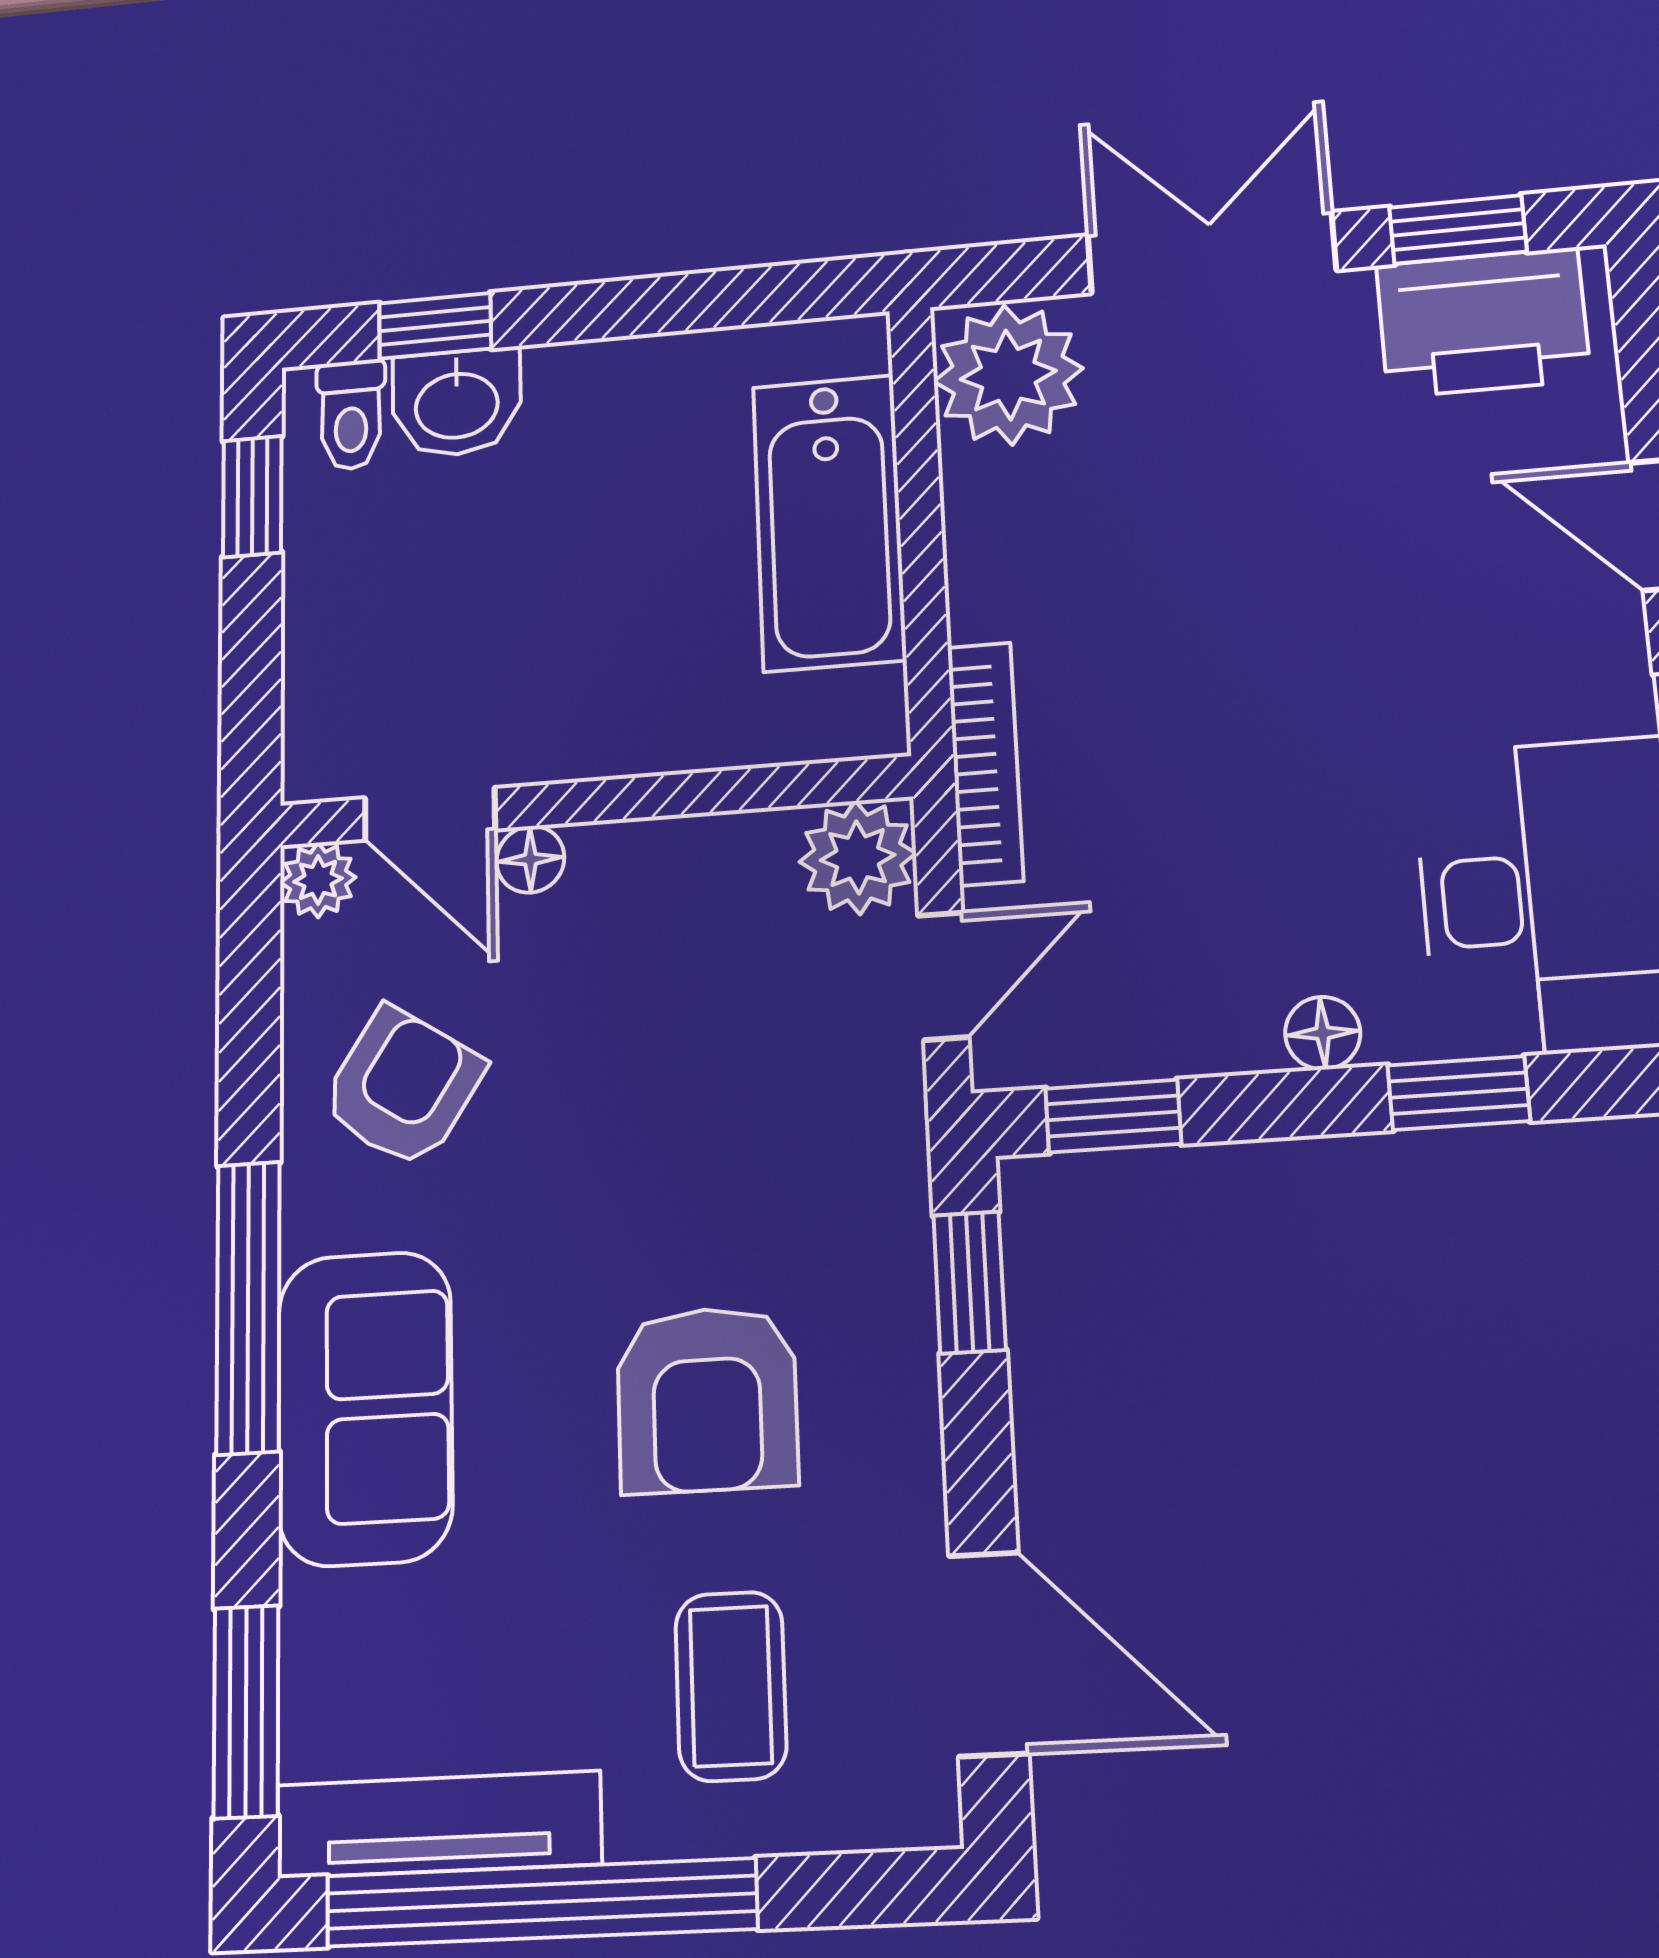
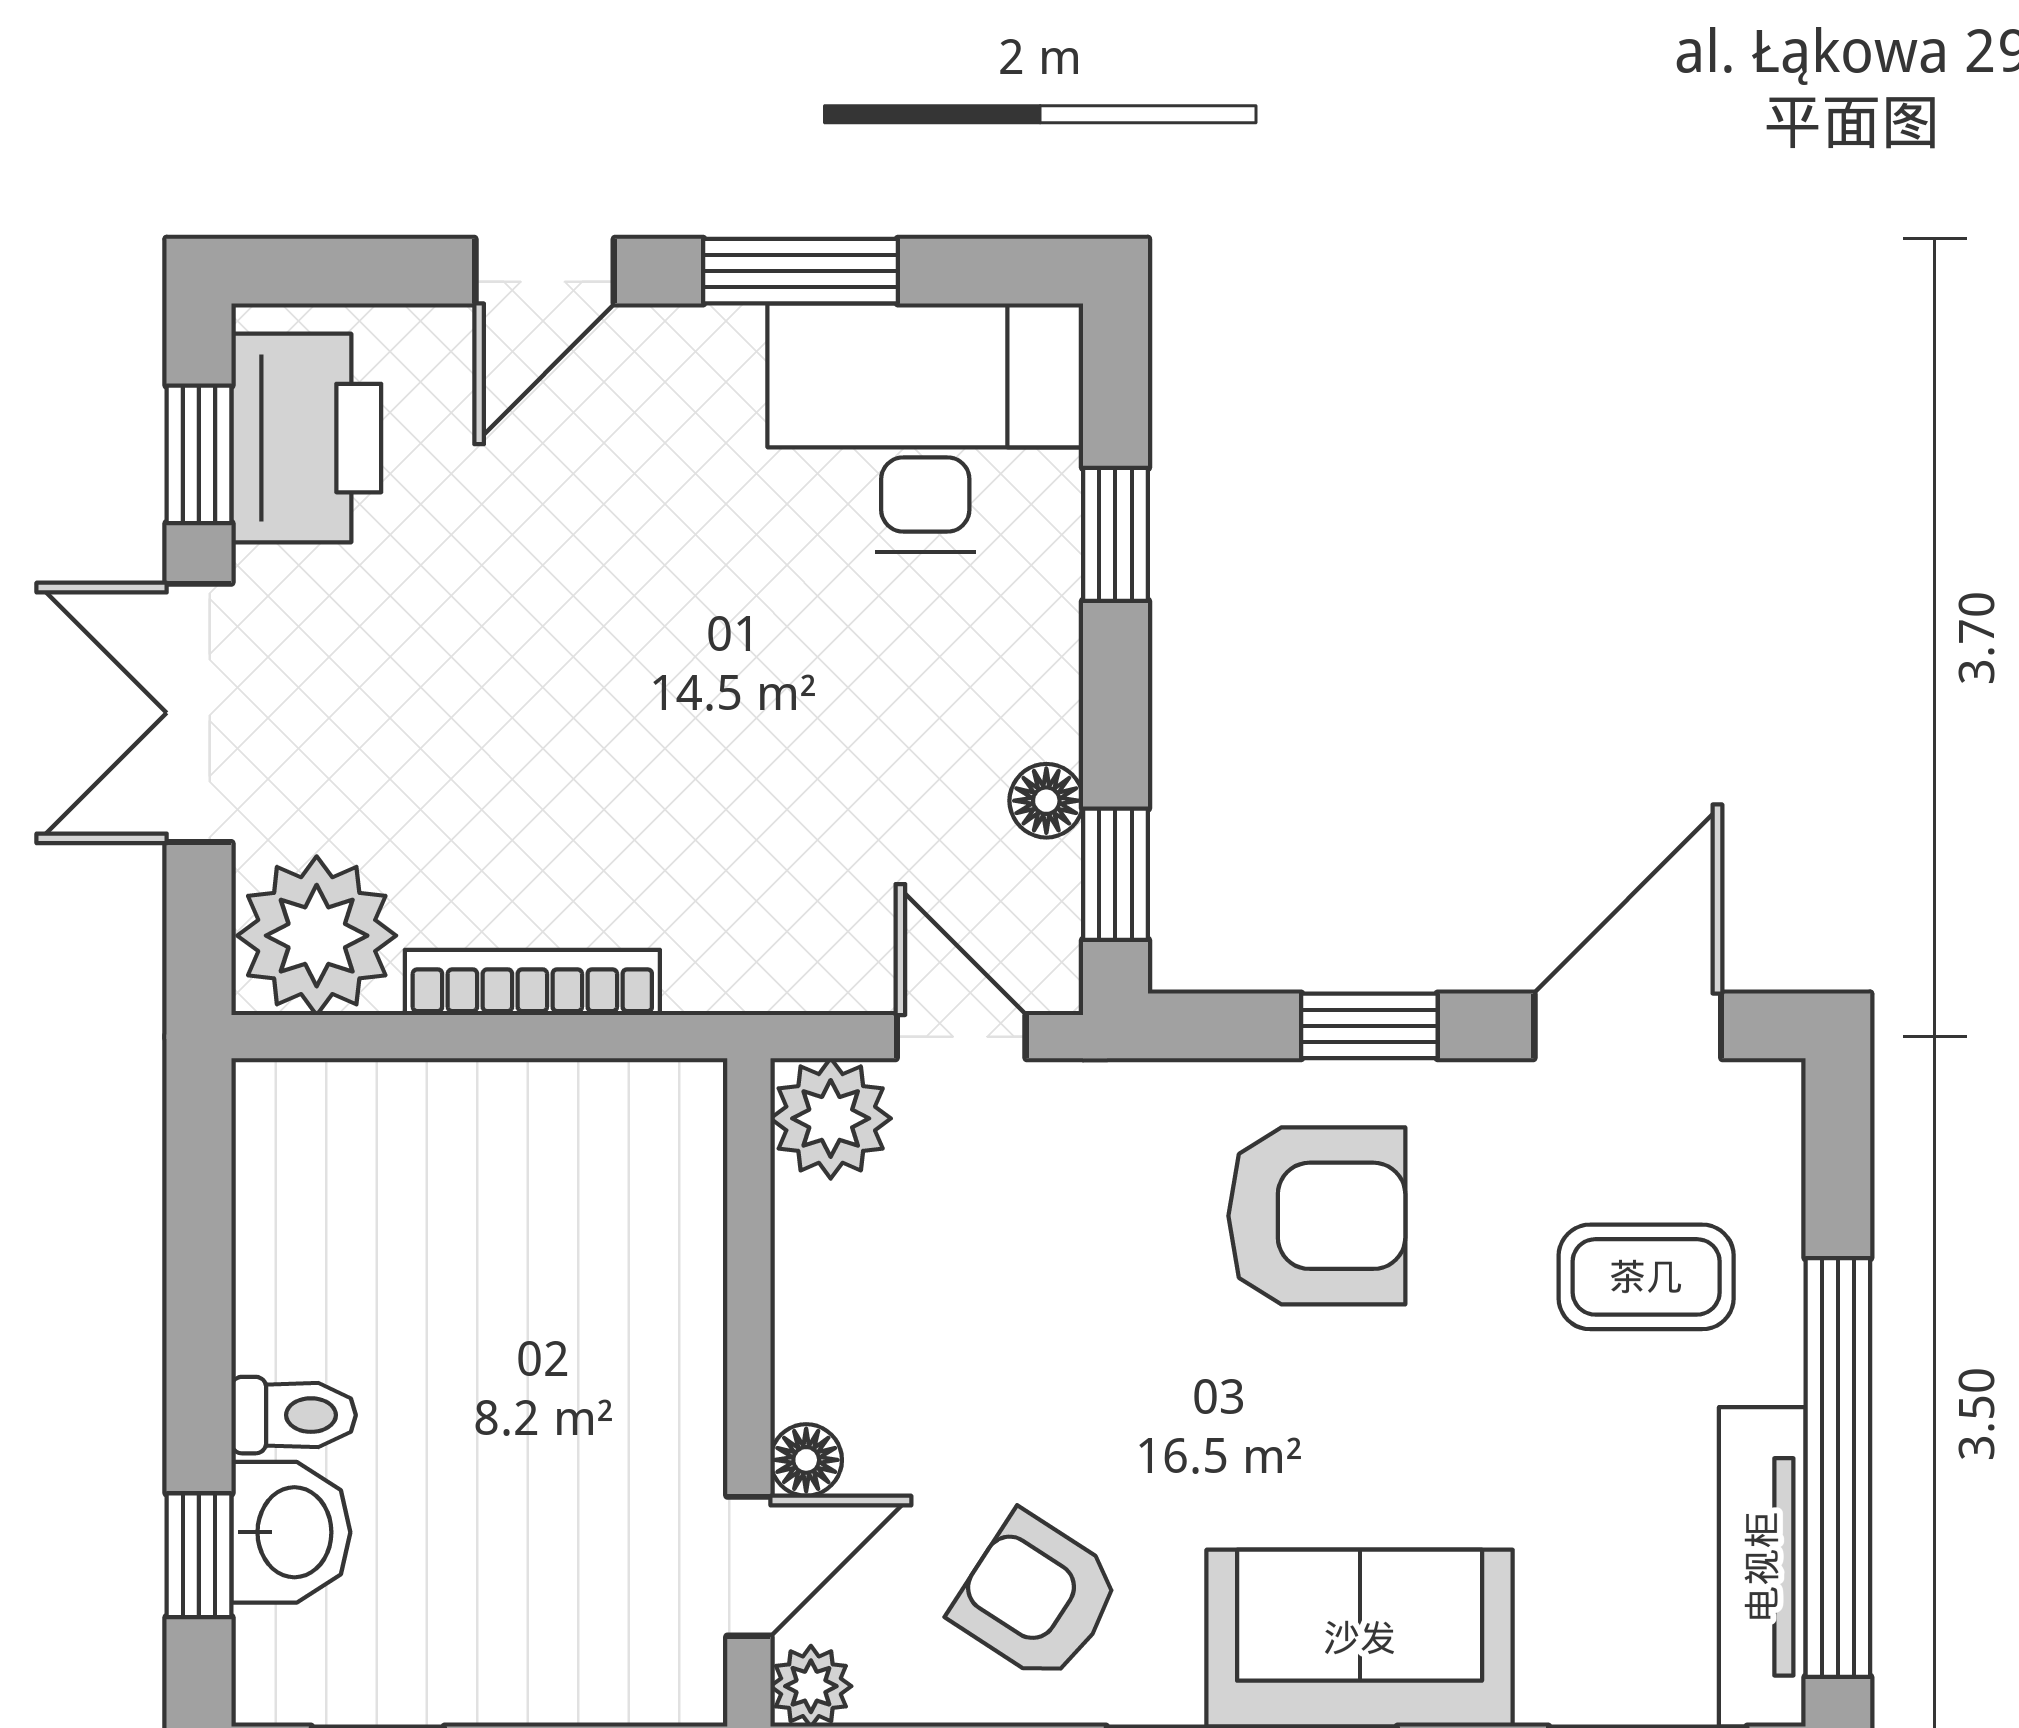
toilet: (351, 415) -> (294, 1415), moved
bathtub: (829, 522) -> (465, 1133), removed
bookcase: (985, 763) -> (532, 982), moved
floor lamp: (1323, 1033) -> (1046, 801), moved
window: (970, 1282) -> (1369, 1026), moved
armchair: (707, 1399) -> (1317, 1216), moved

